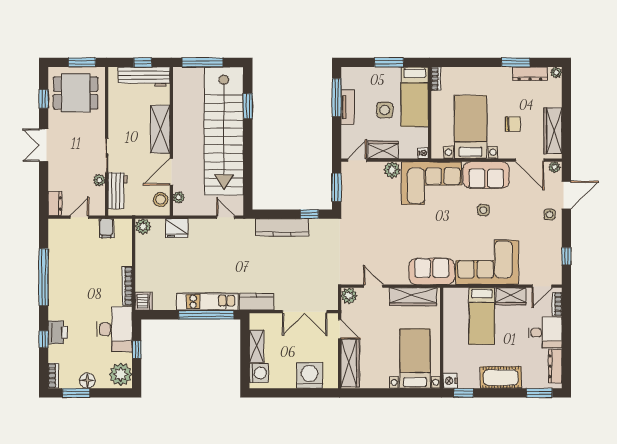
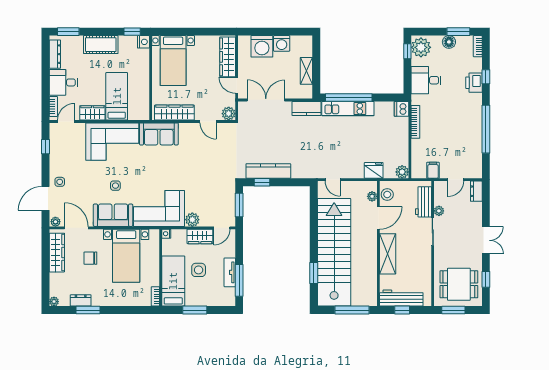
dresser: (530, 74) -> (81, 300), width x0.70
kitchen counter: (282, 227) -> (268, 171), moved
desk: (115, 329) -> (426, 80), width x0.73
window: (137, 350) -> (407, 51), moved
washing machine: (259, 373) -> (282, 43), moved, turned -90

